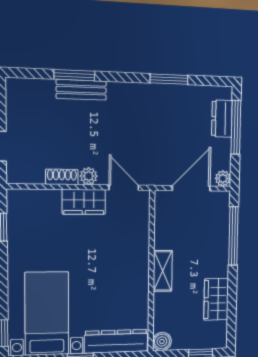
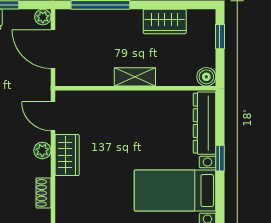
shoe rack: (62, 177) -> (43, 193), moved
door: (124, 188) -> (53, 116), hinge flipped

